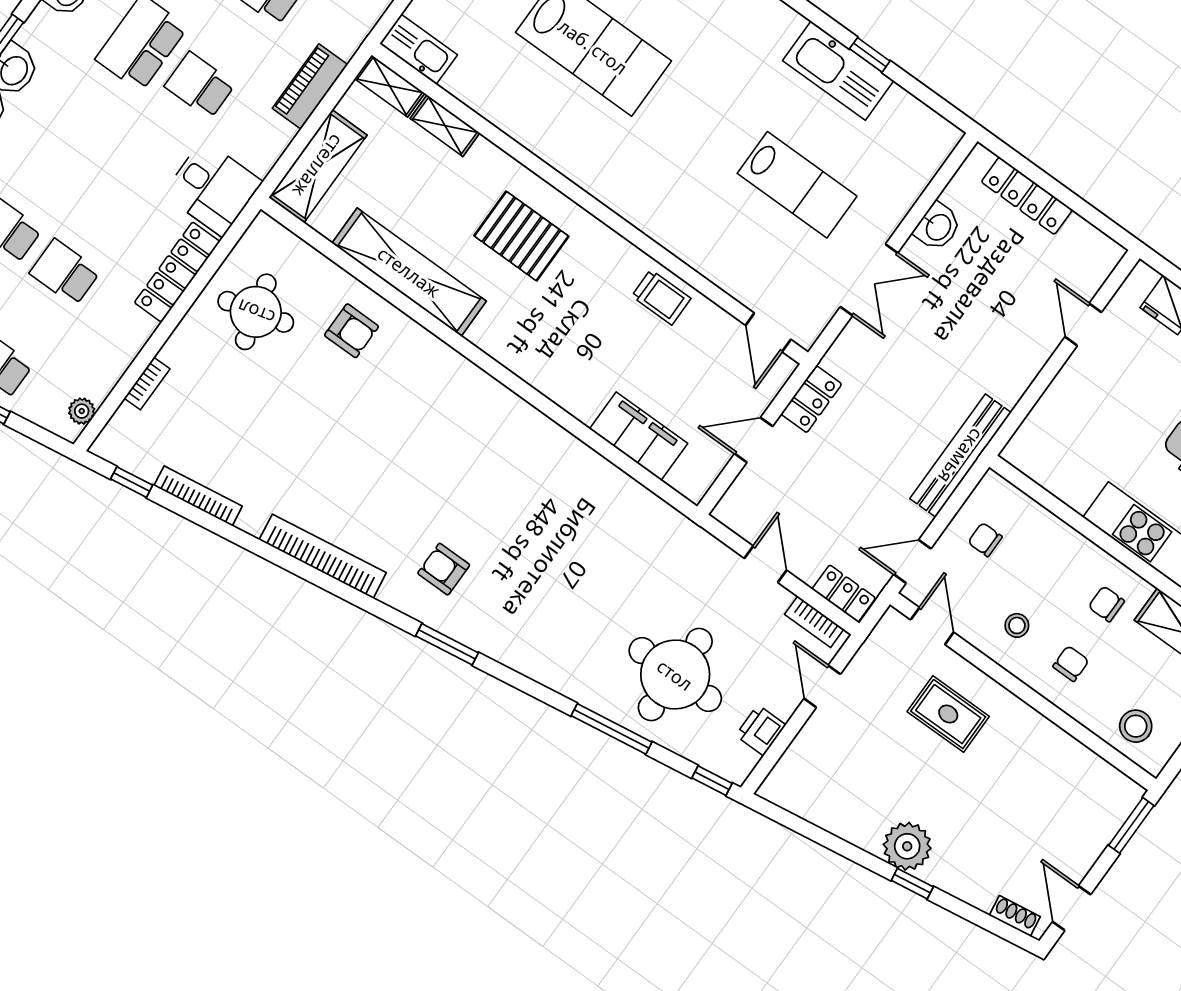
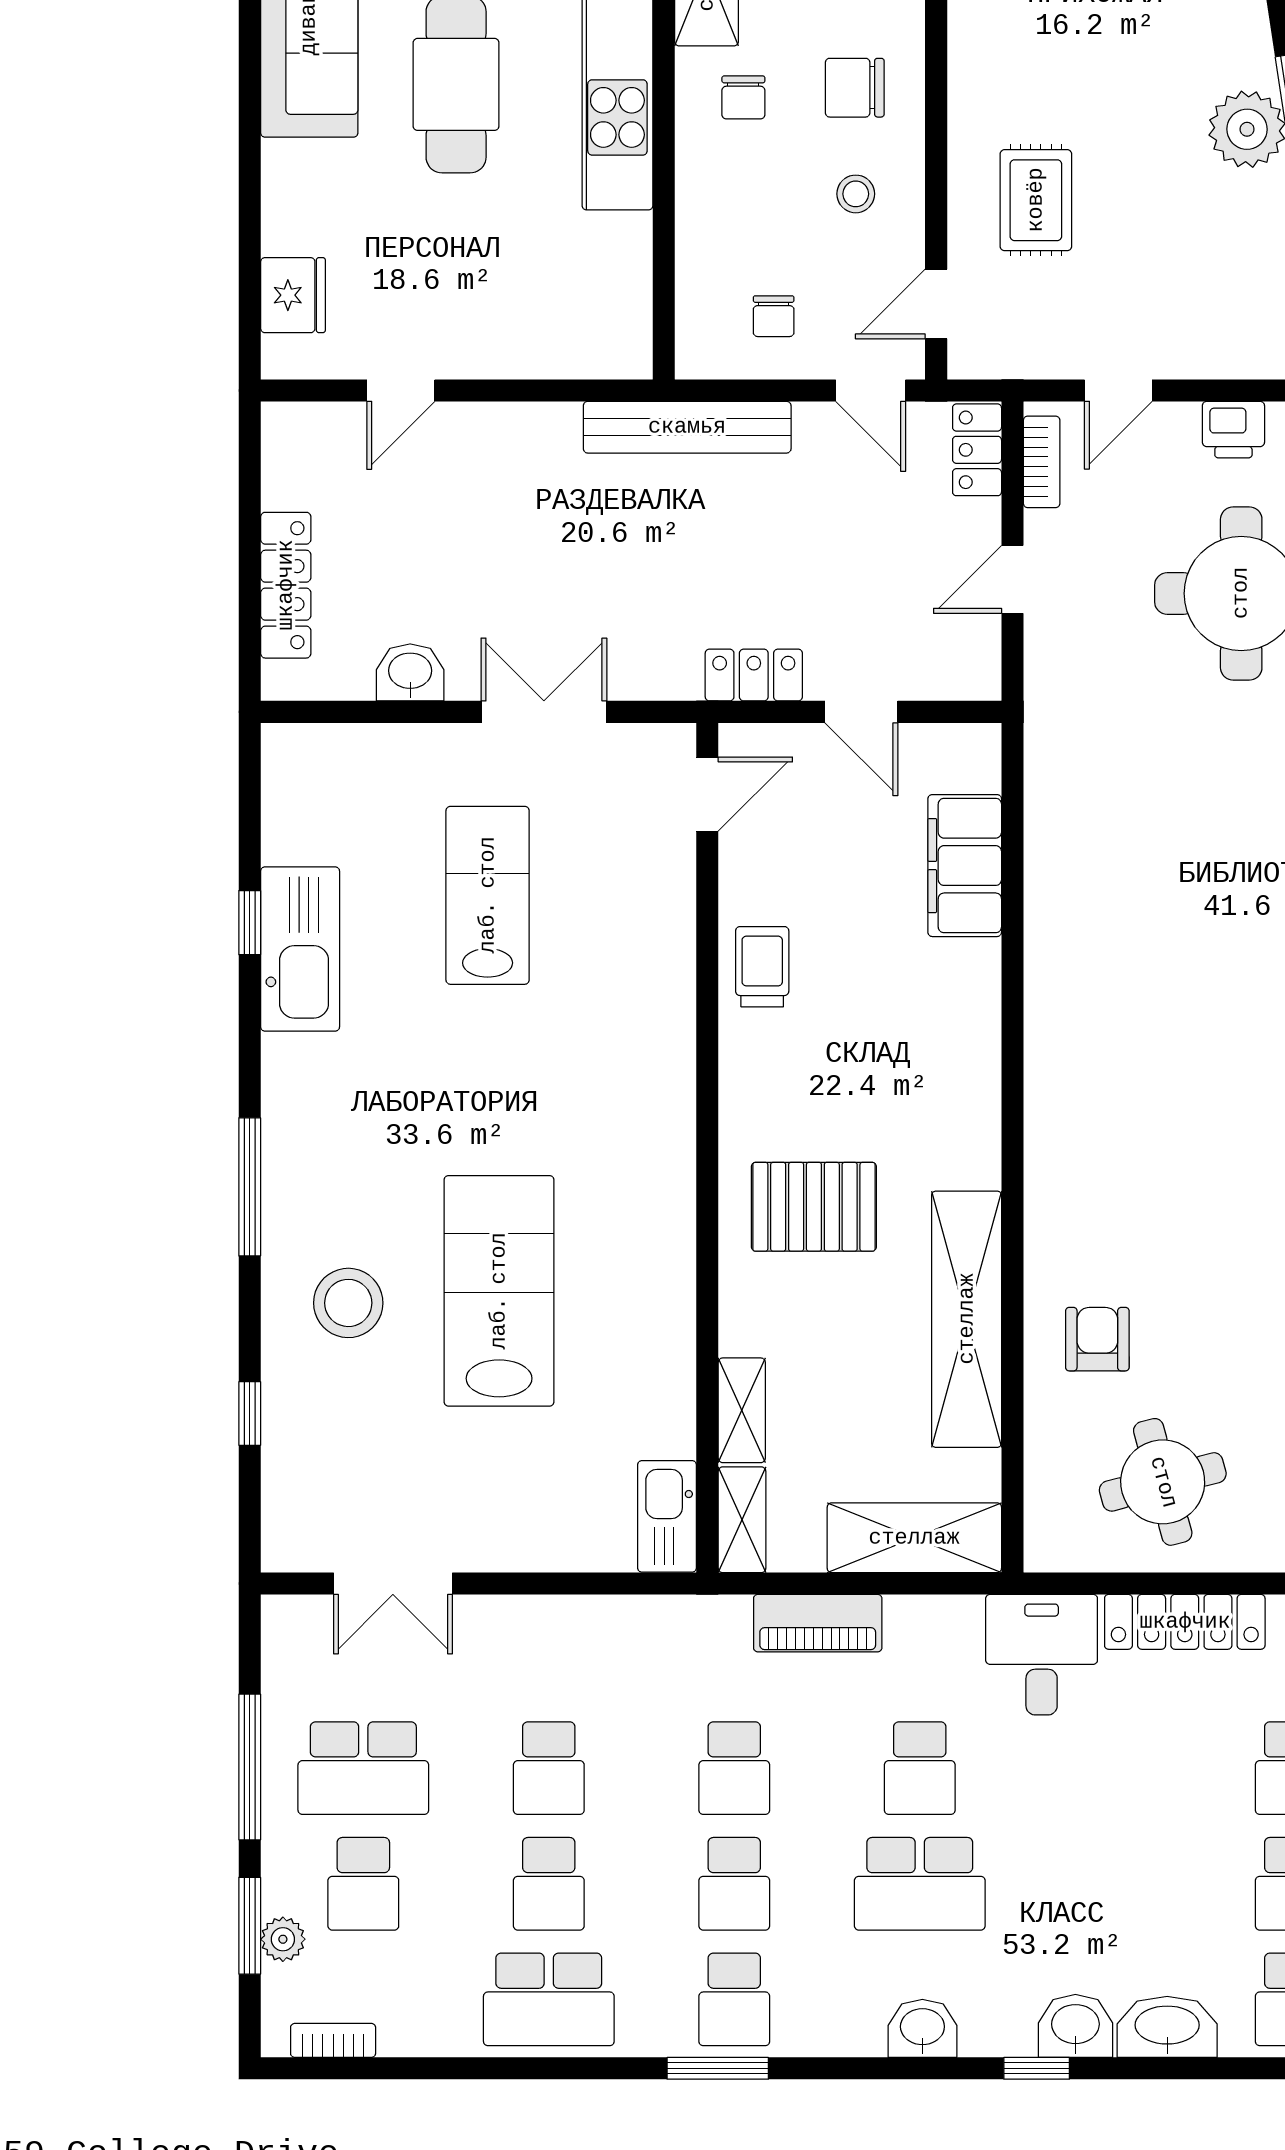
pallet: (521, 236) -> (814, 1207), turned 90
chair: (1071, 664) -> (855, 88), width x1.37, depth x1.37

